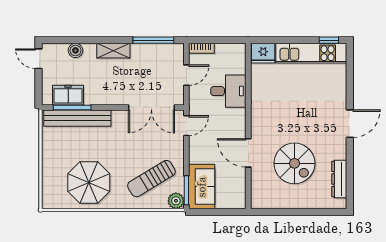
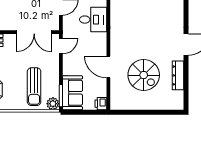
sun lounger: (151, 179) -> (34, 87), turned -59
dresser: (339, 179) -> (178, 75), moved
printer: (239, 201) -> (101, 104), added

